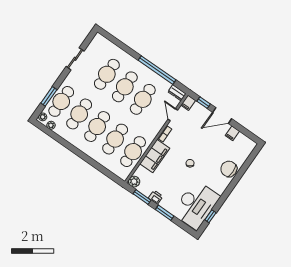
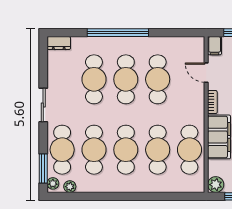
sliding door: (75, 59) -> (43, 105), moved
window: (157, 70) -> (118, 33), moved
dresser: (177, 93) -> (59, 43), moved
window: (49, 96) -> (43, 168), moved

